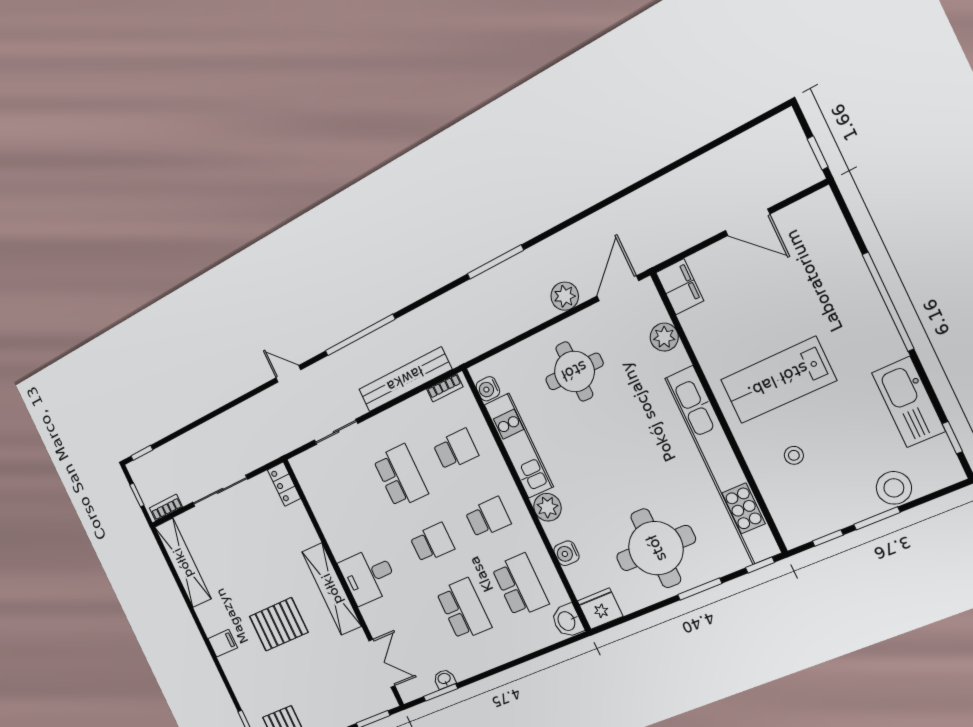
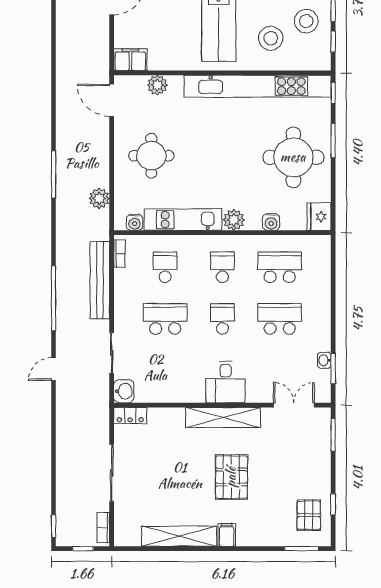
plant: (565, 296) -> (99, 198), moved
stool: (794, 455) -> (271, 38), width x1.89, depth x1.89
stool: (839, 492) -> (306, 21), added
shelving: (183, 563) -> (179, 536), moved
washbasin: (567, 621) -> (124, 391), moved, turned -90

